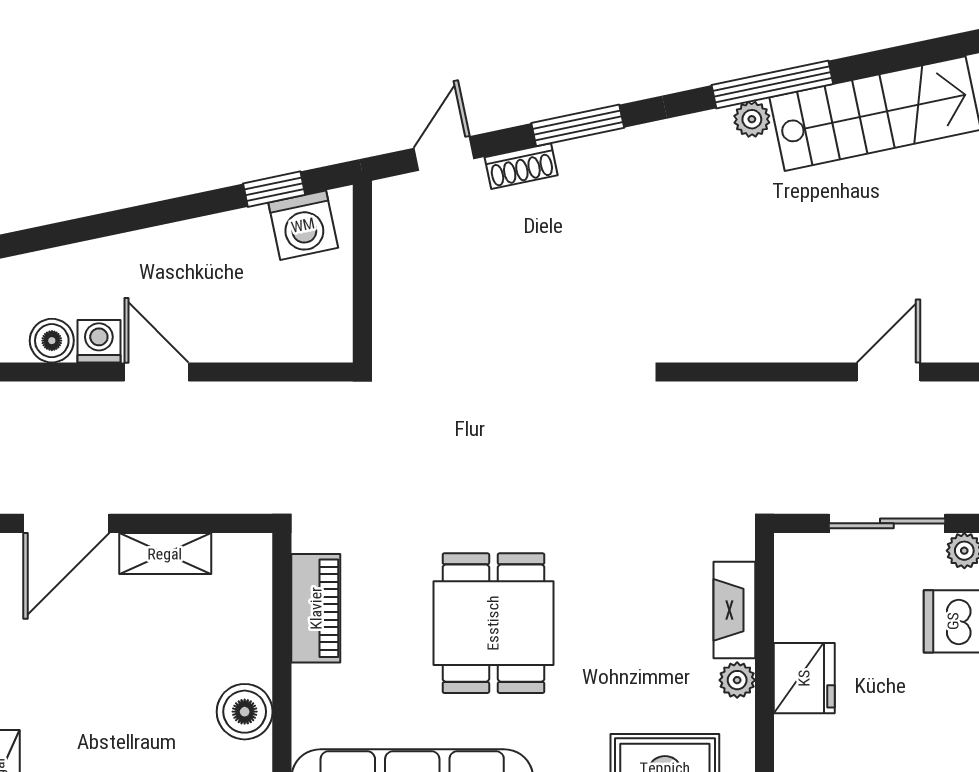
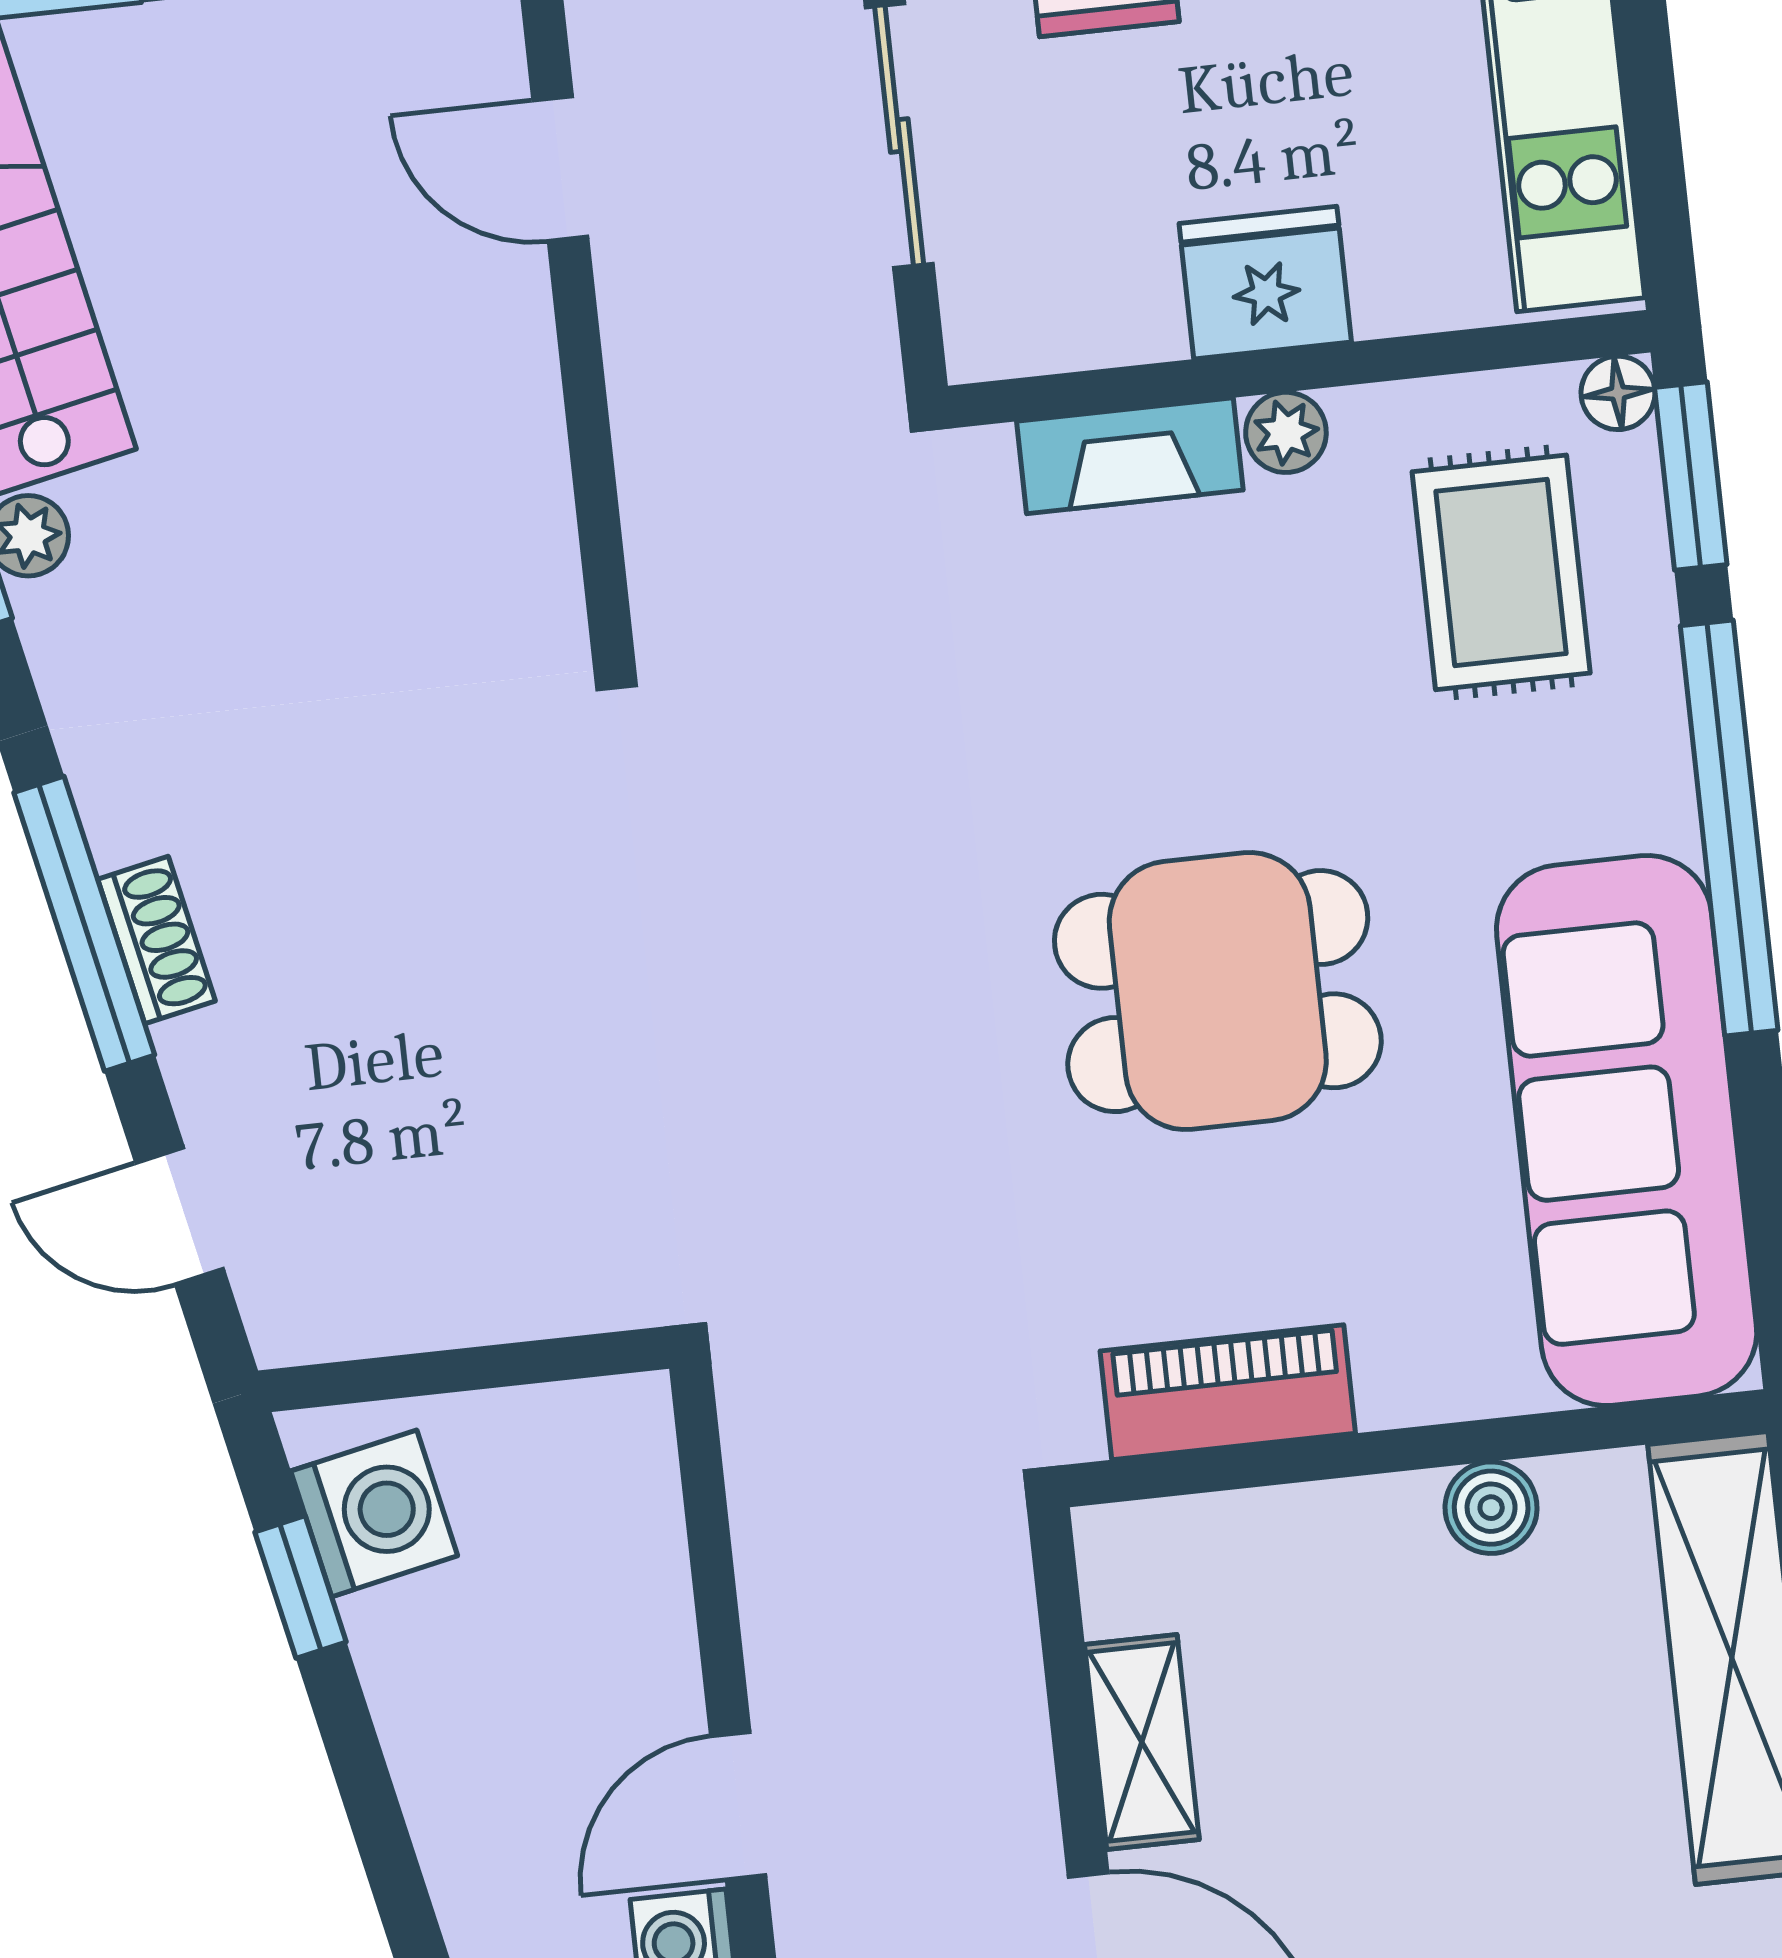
window: (578, 125) -> (84, 924), width x1.44
shoe rack: (521, 166) -> (156, 940), moved
boiler: (245, 712) -> (1491, 1508), width x0.73, depth x0.73

